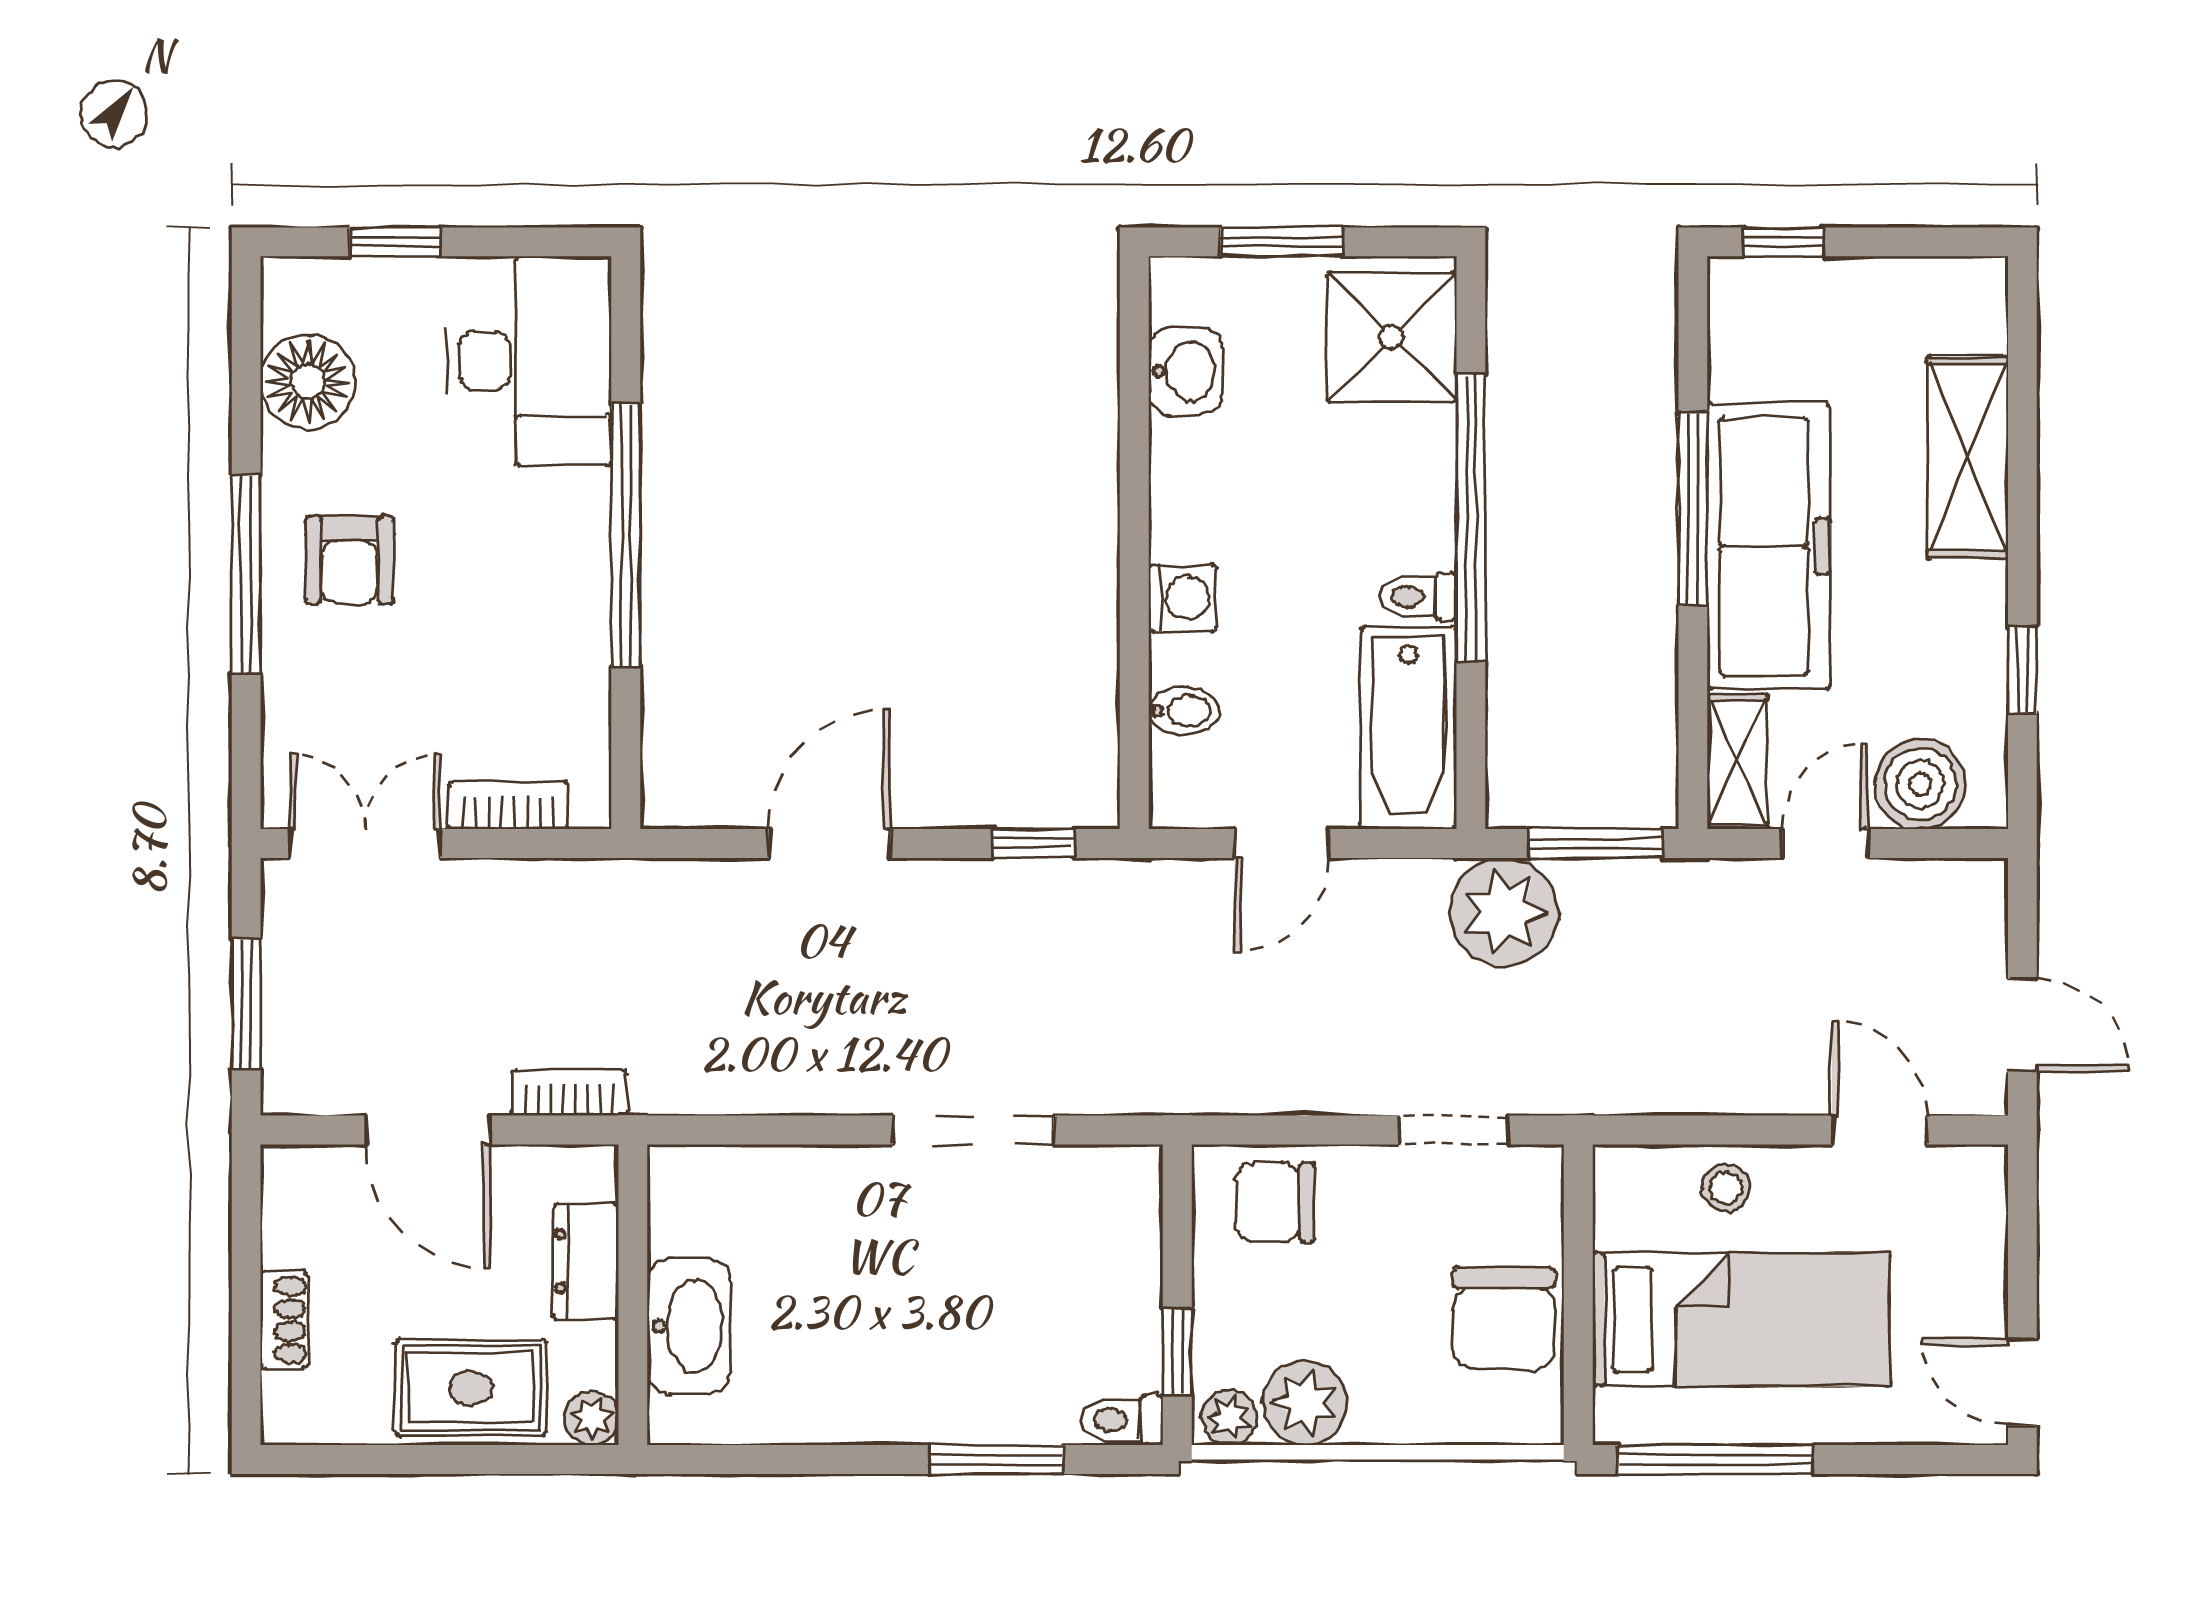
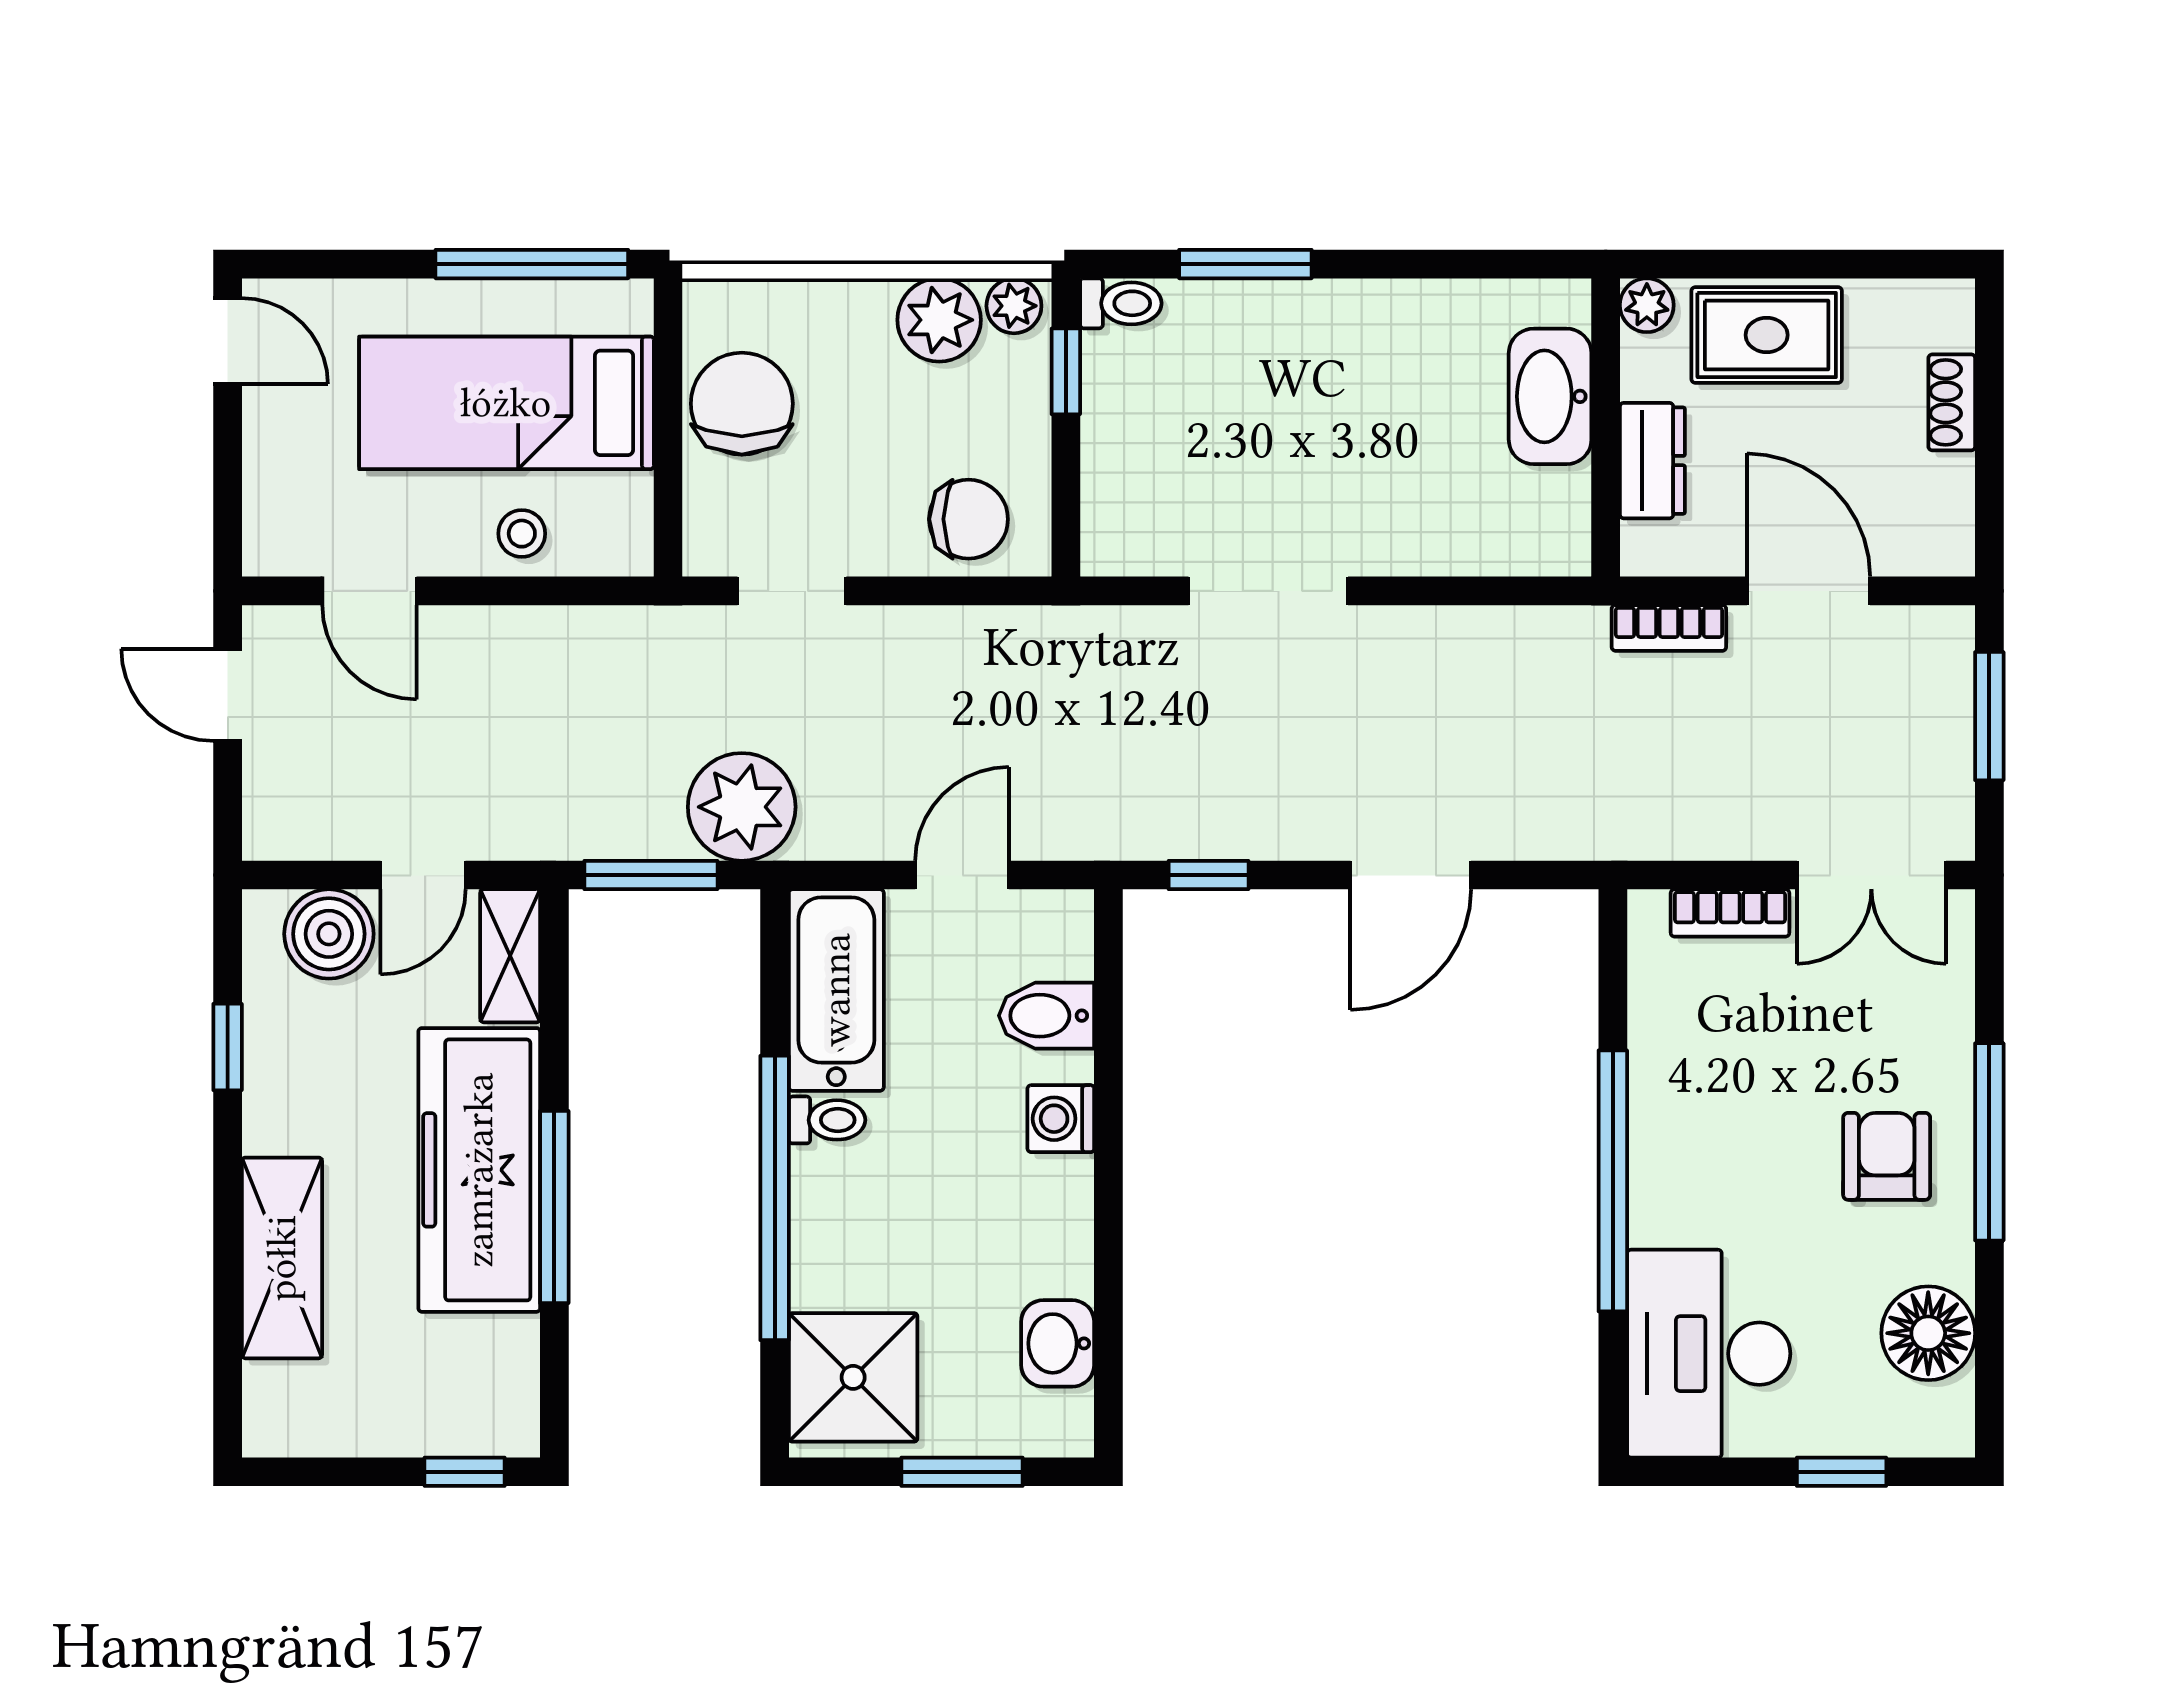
bidet: (1184, 711) -> (1047, 1016), width x1.38, depth x1.36

